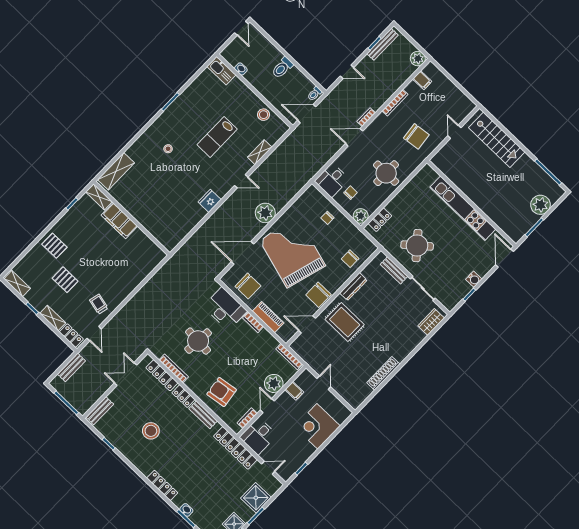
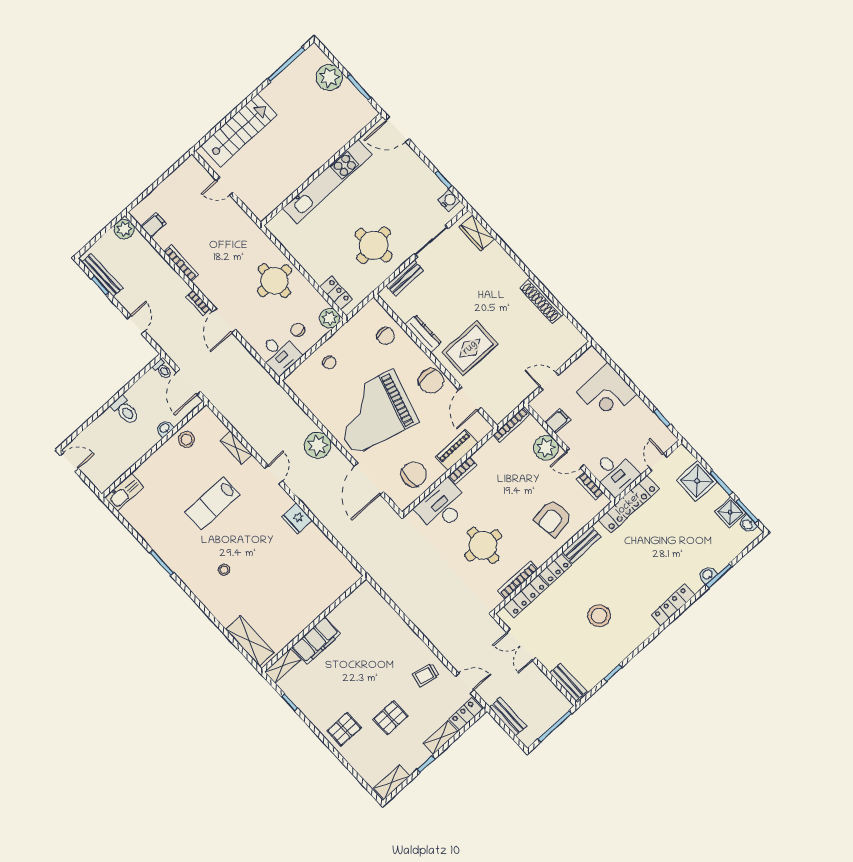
washbasin: (241, 69) -> (165, 428), moved
chair: (416, 136) -> (228, 237), removed
lab bench: (217, 137) -> (212, 503), turned 90
round table: (417, 246) -> (374, 245), turned 33
water cooler: (474, 279) -> (449, 201), moved

